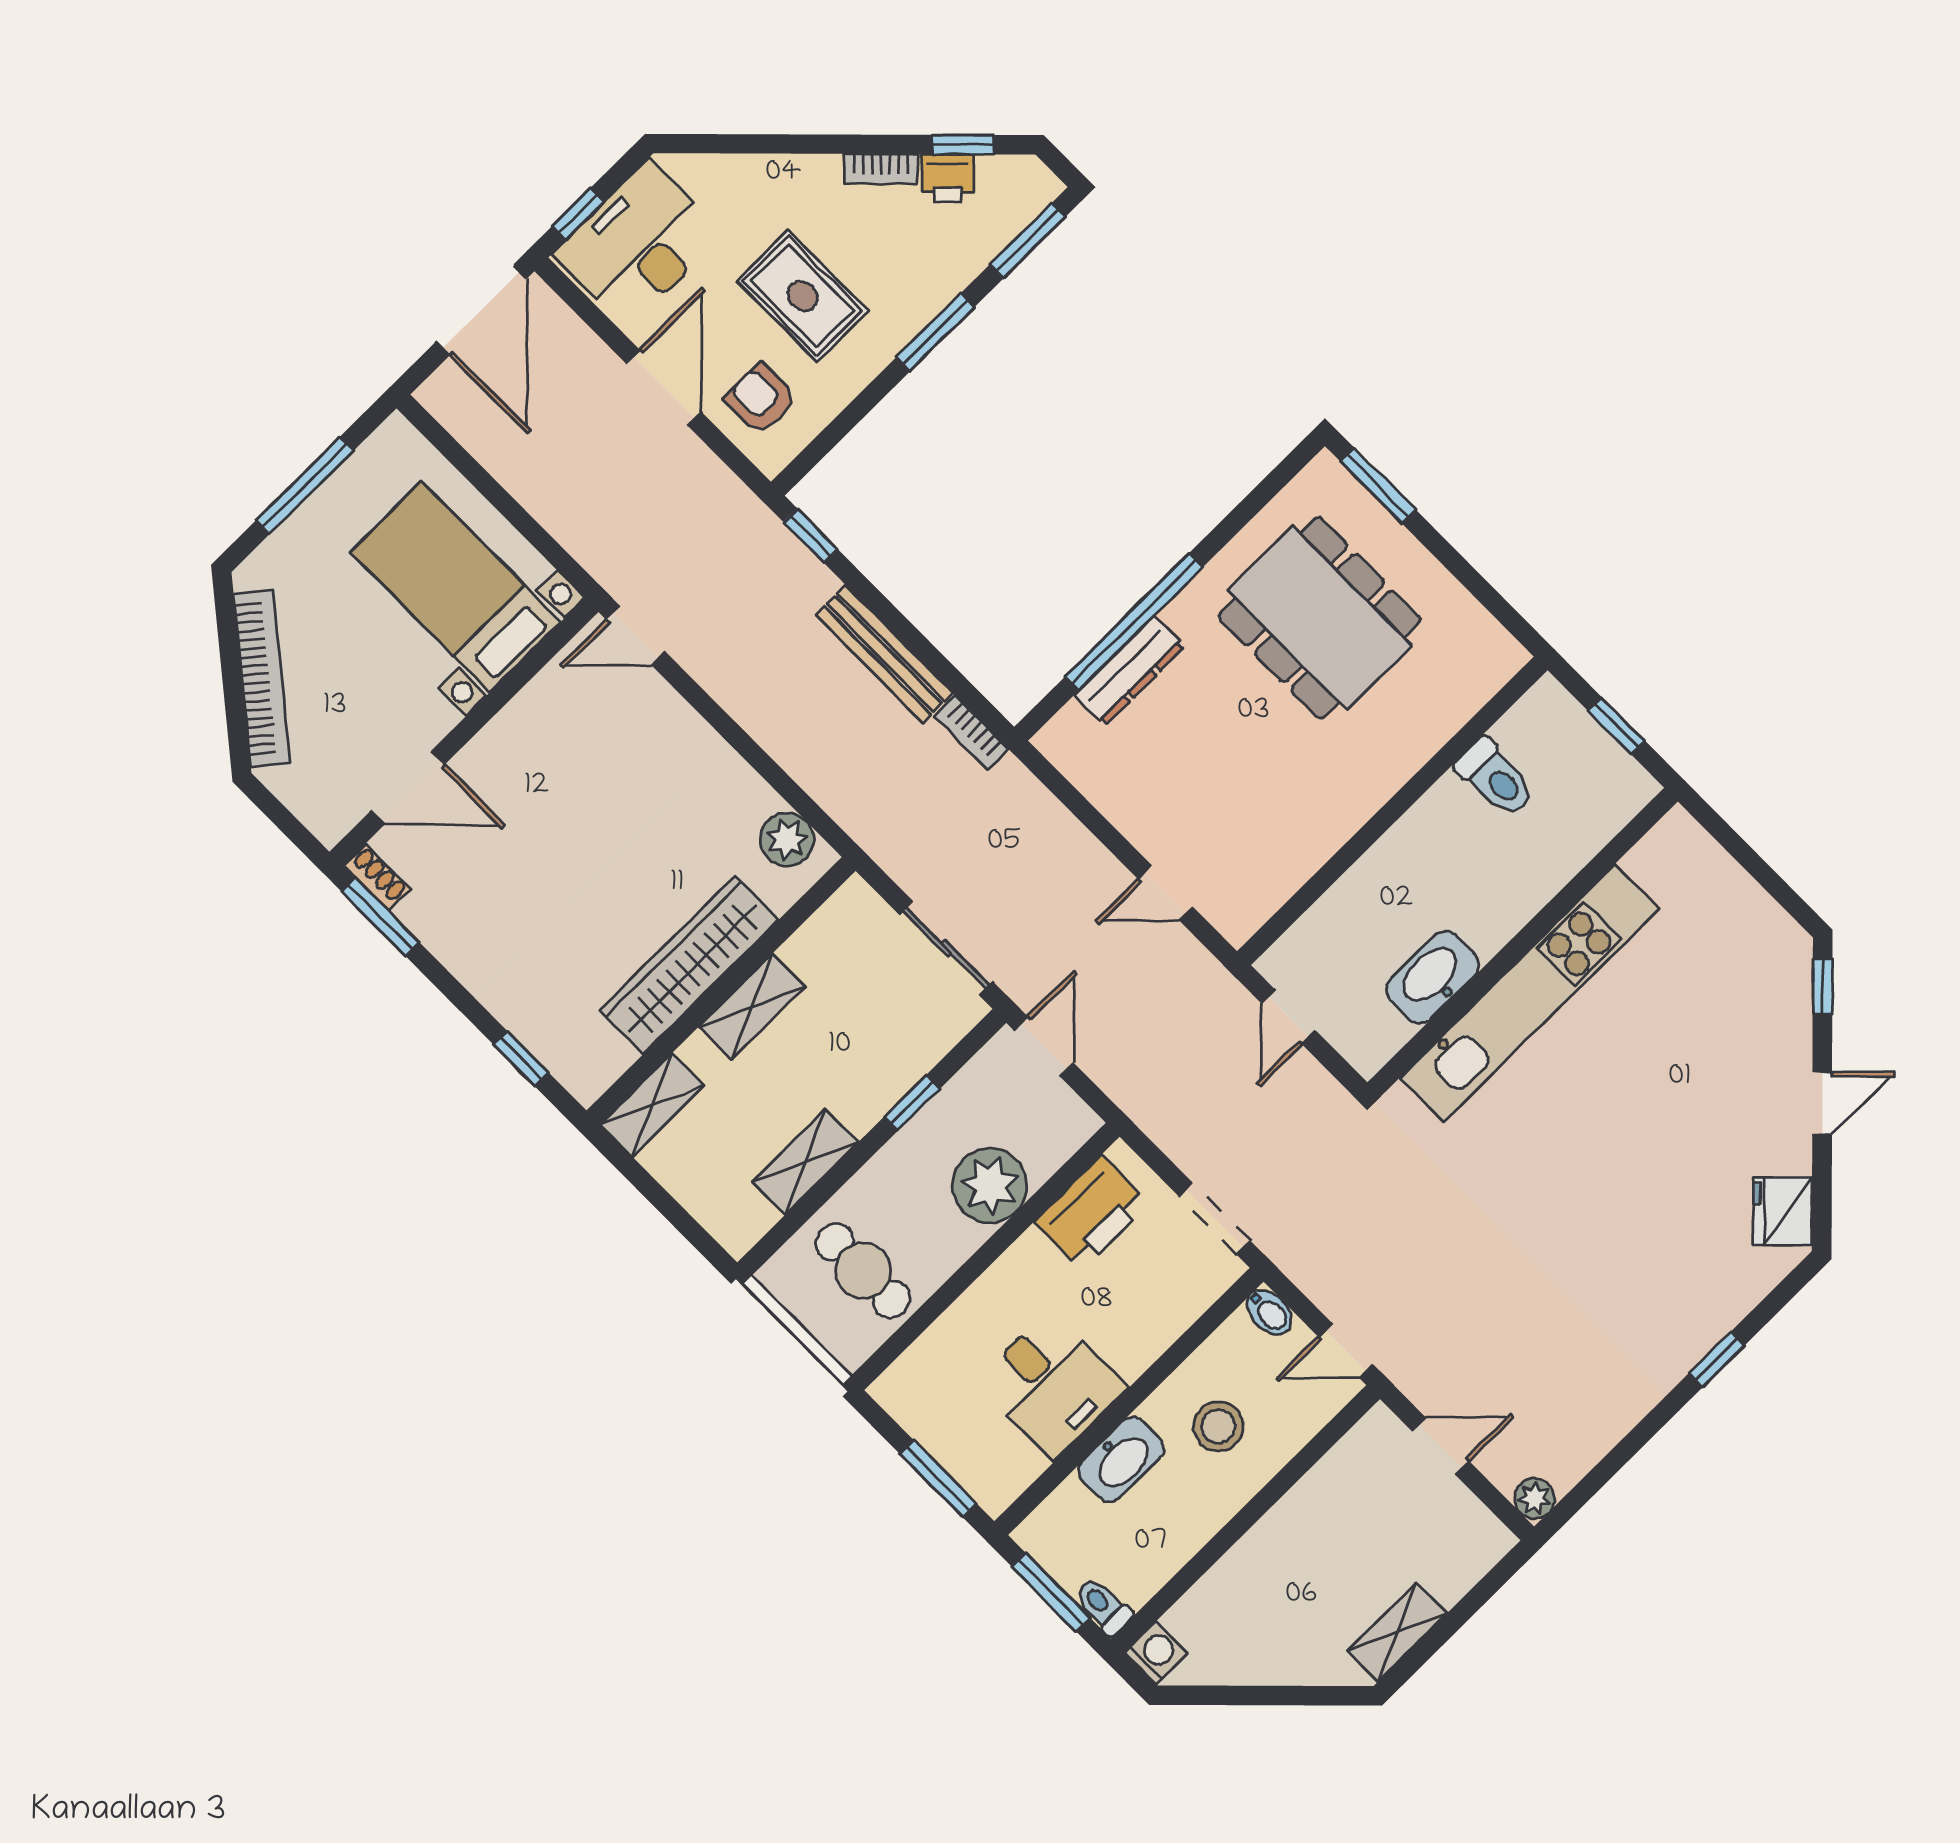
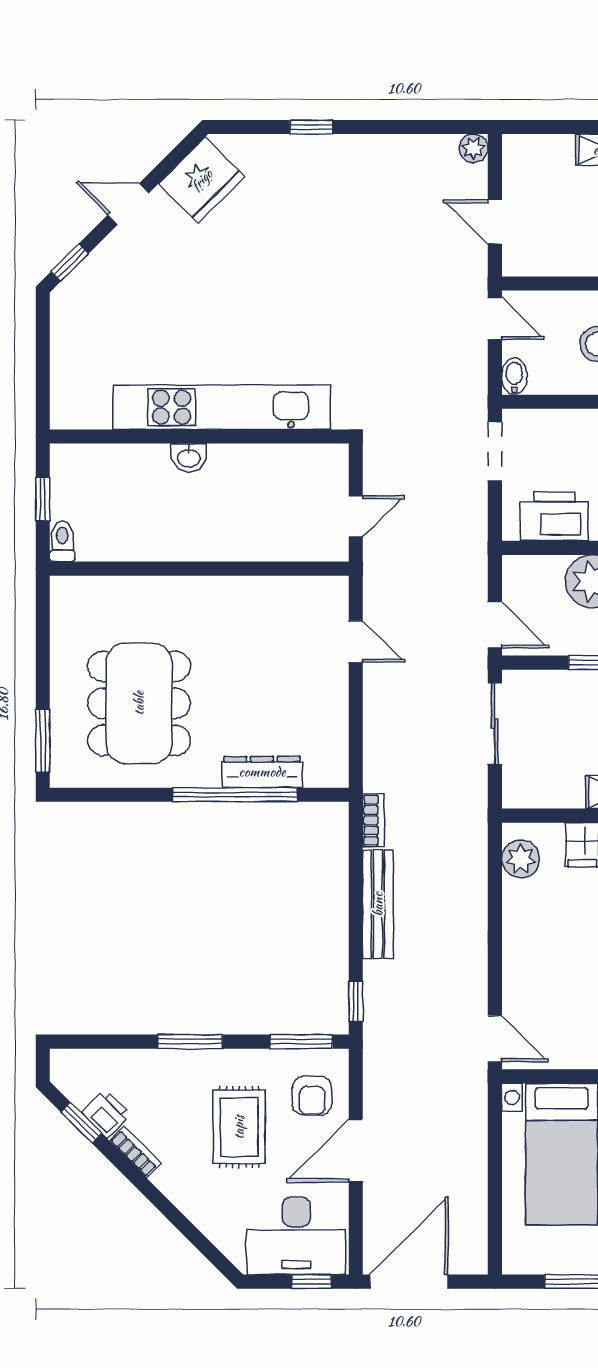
window: (1028, 241) -> (301, 1042), moved
toilet: (1496, 778) -> (62, 541), moved, width x0.73, depth x0.72
washbasin: (1433, 977) -> (189, 458), moved, width x0.52, depth x0.69
door: (1044, 1046) -> (495, 625), swing flipped
fridge: (1783, 1211) -> (202, 180), width x1.36, depth x1.34

